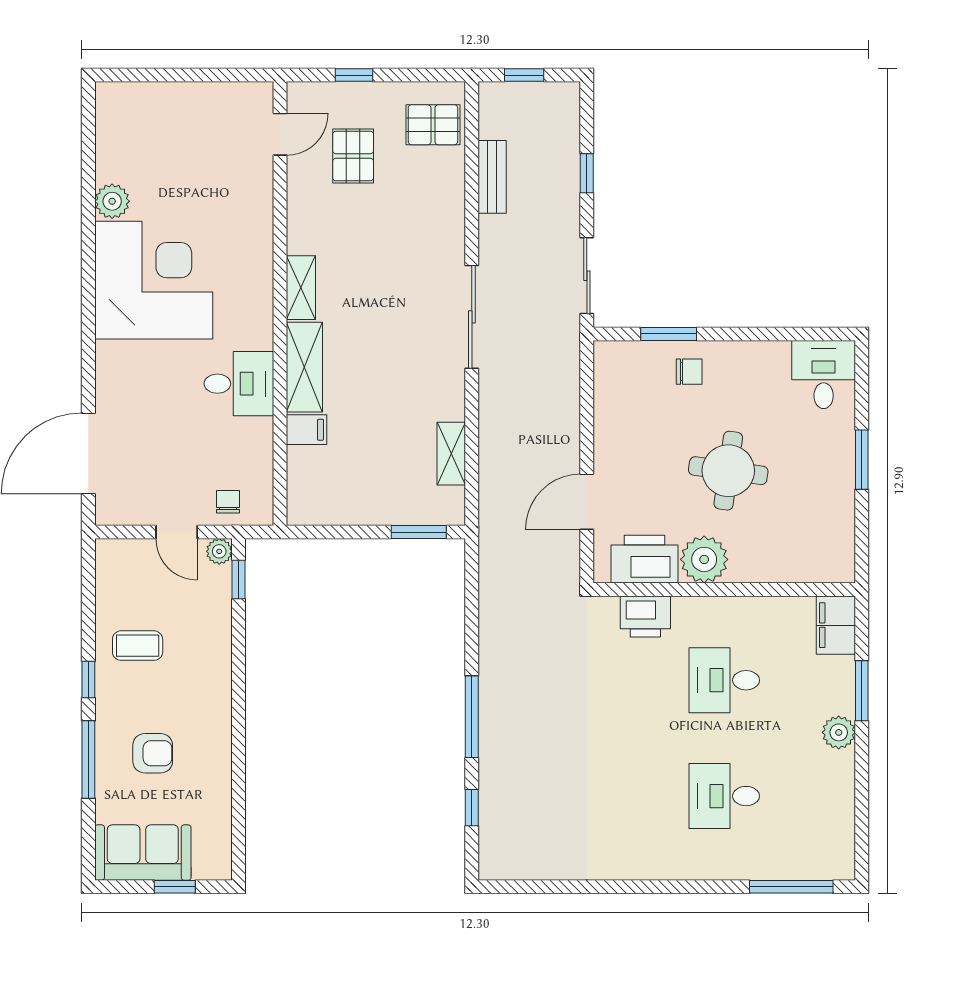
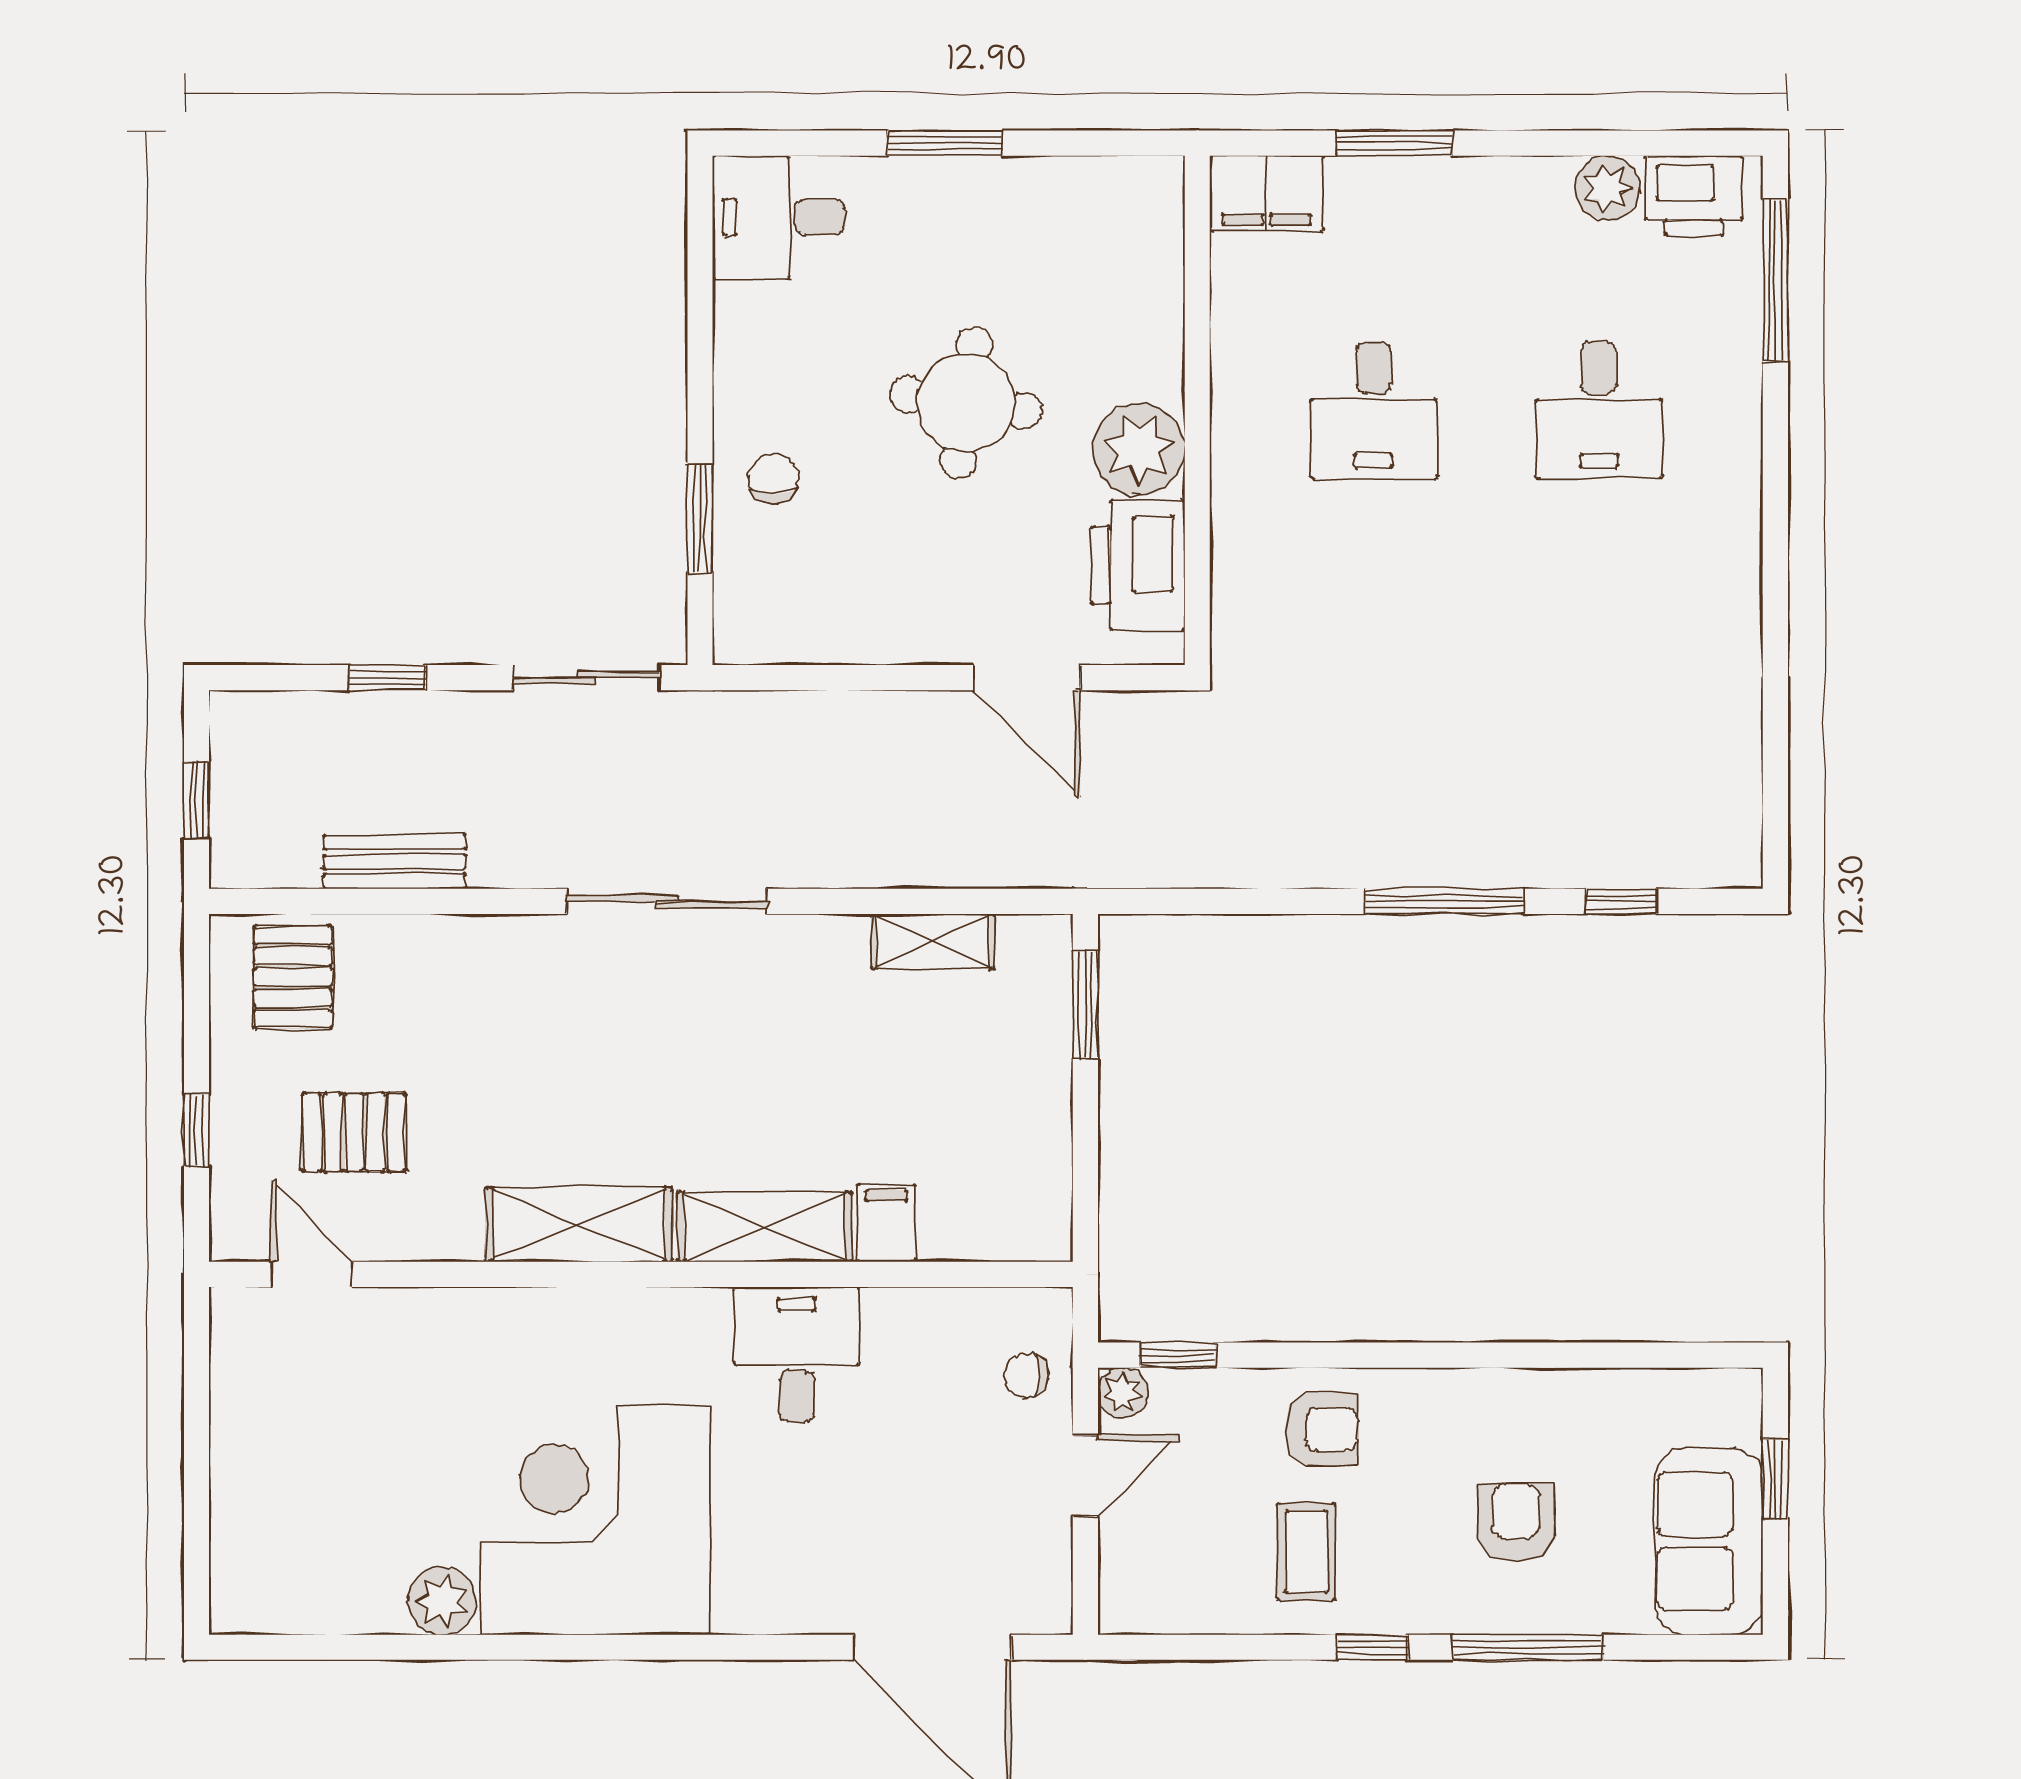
shelving: (301, 288) -> (579, 1225), width x1.50, depth x1.33
printer: (645, 617) -> (1694, 196), moved, turned 90
armchair: (200, 653) -> (1321, 1429), added
plant: (839, 732) -> (1608, 188), moved

